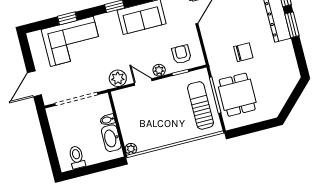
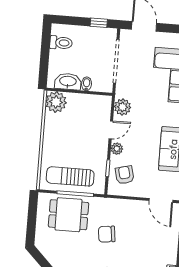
chair: (243, 52) -> (107, 234), turned 83
armchair: (181, 54) -> (125, 175), turned -104
sun lounger: (200, 105) -> (70, 176), turned 180
window: (46, 128) -> (99, 23), added
plant: (131, 149) -> (56, 102), width x1.88, depth x1.88

